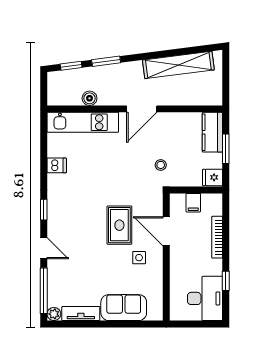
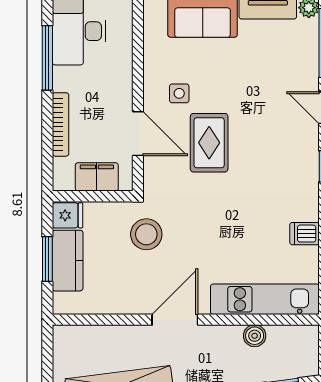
kitchen counter: (212, 132) -> (68, 261), moved
stool: (161, 165) -> (146, 234), width x1.89, depth x1.89
filing cabinet: (193, 203) -> (97, 177), width x2.00
window: (226, 281) -> (47, 58), width x2.17

